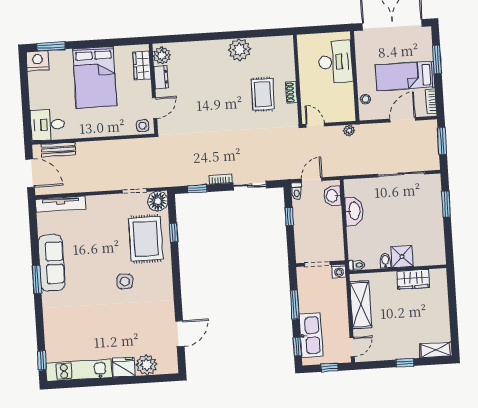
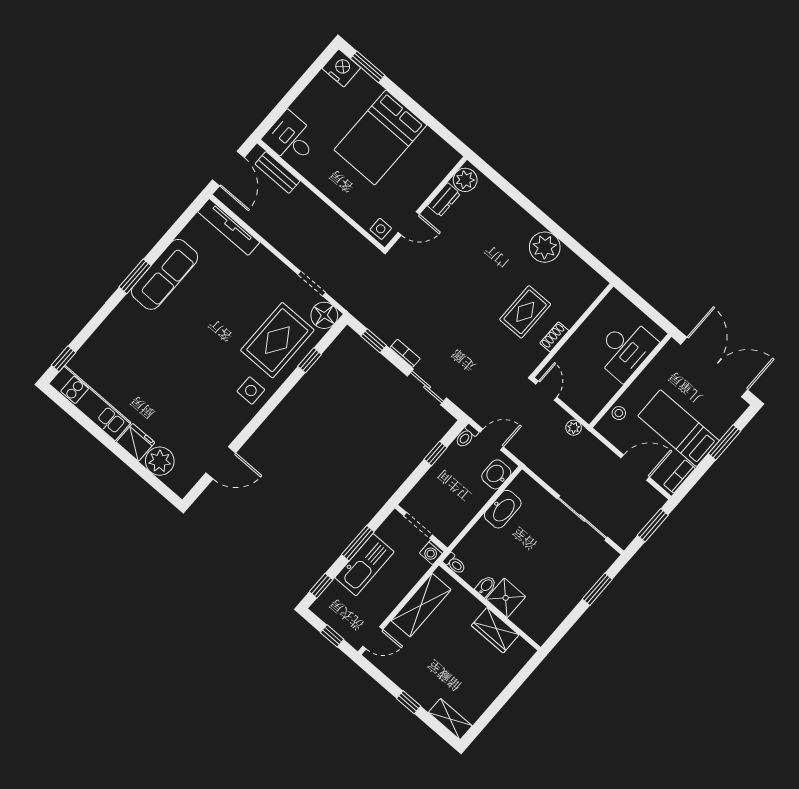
wardrobe: (142, 65) -> (437, 170), removed
side table: (125, 281) -> (251, 391), moved
kitchen sink: (311, 335) -> (364, 565), moved

